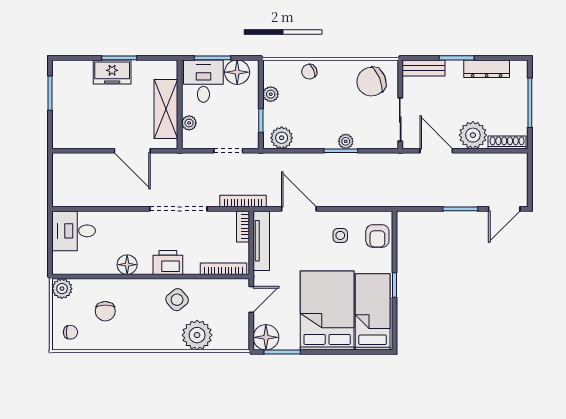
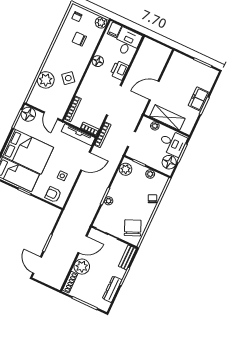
filing cabinet: (64, 261) -> (114, 30), added
printer: (168, 262) -> (119, 70), moved, turned 180

